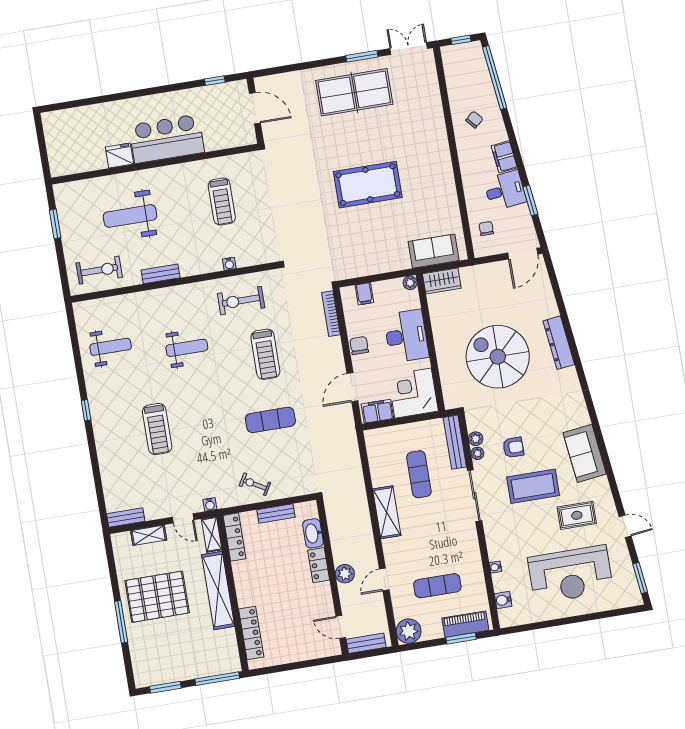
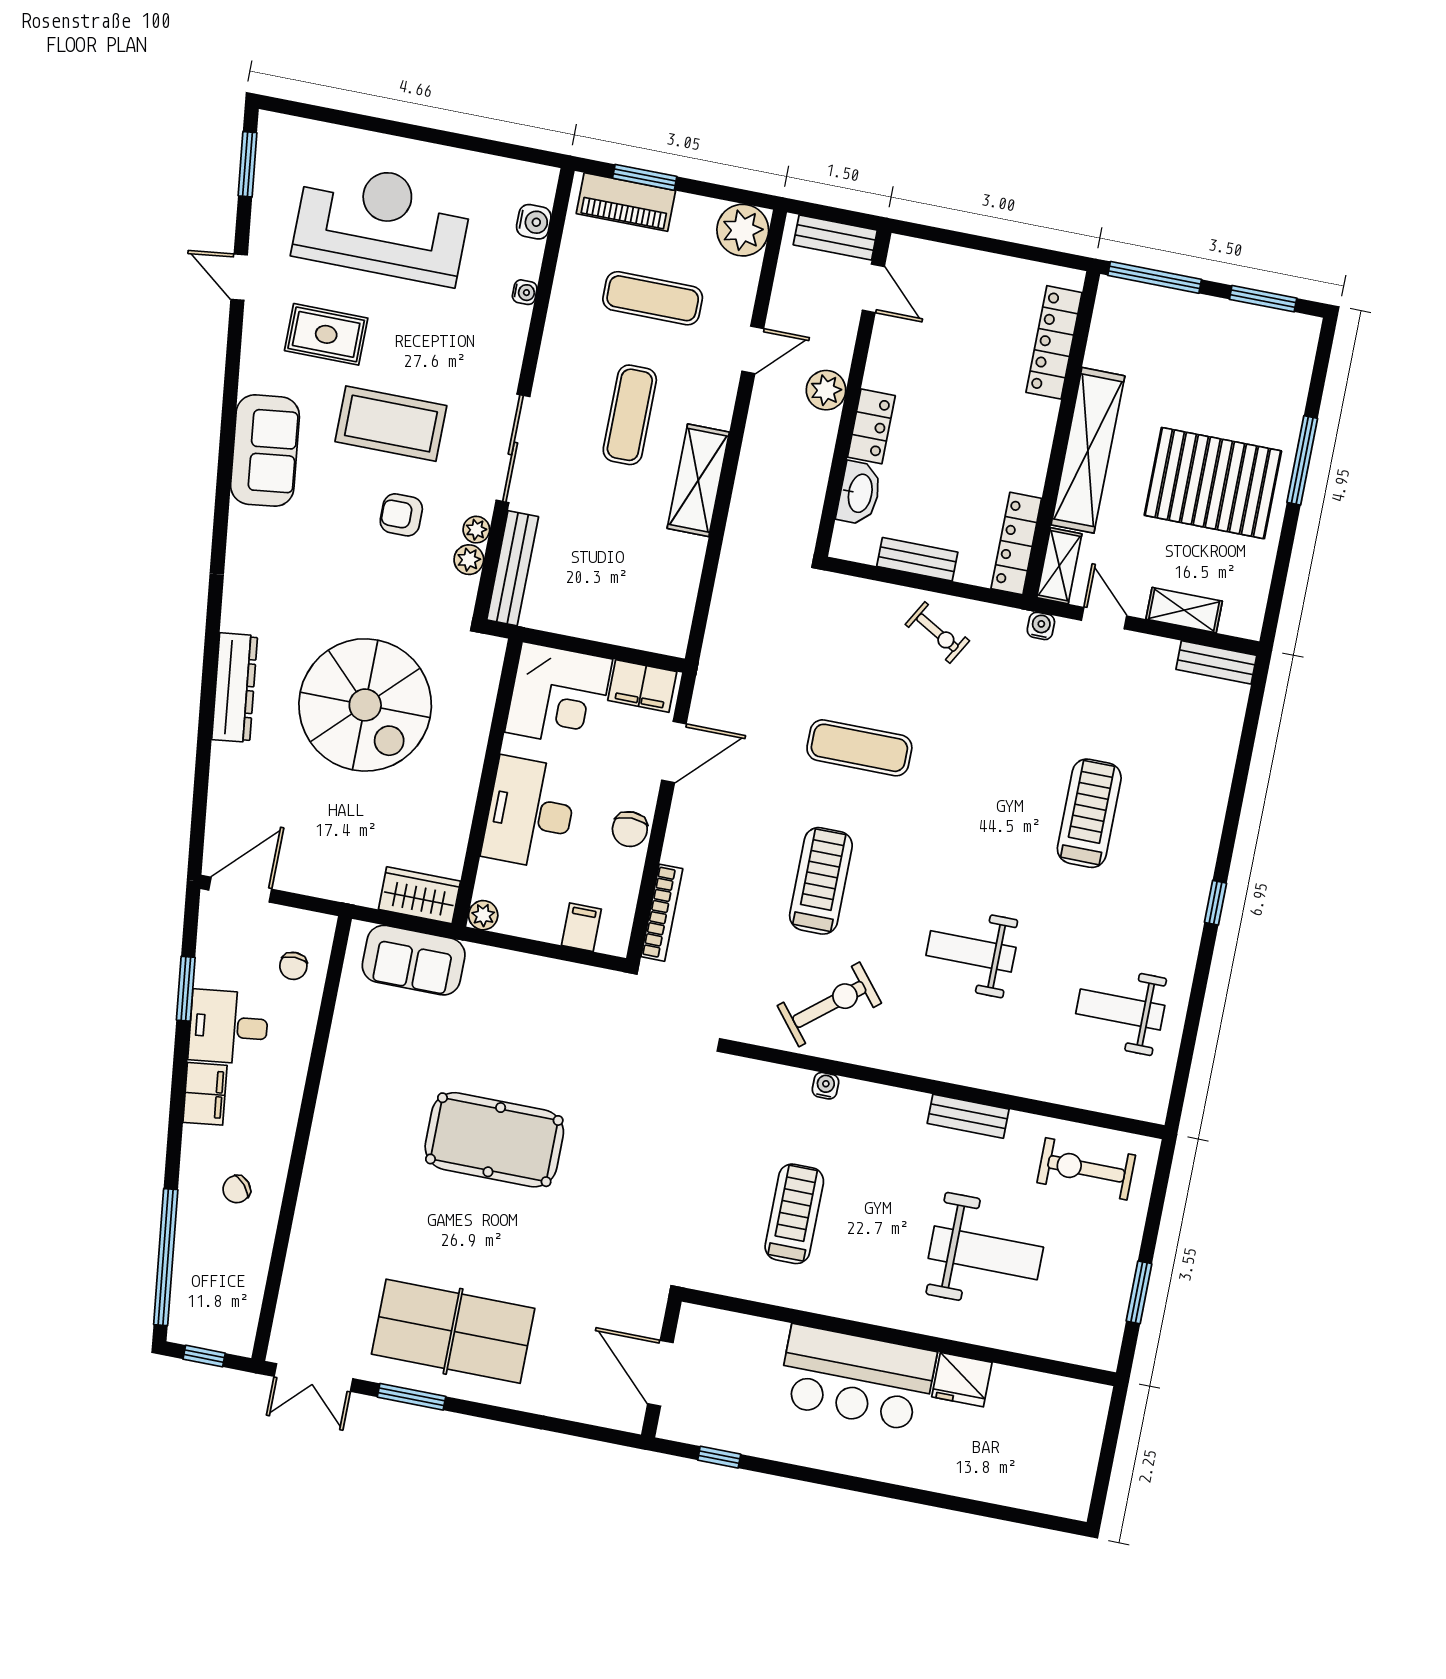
exercise bike: (241, 301) -> (829, 1004), turned -39
exercise mat: (419, 474) -> (630, 415), moved

